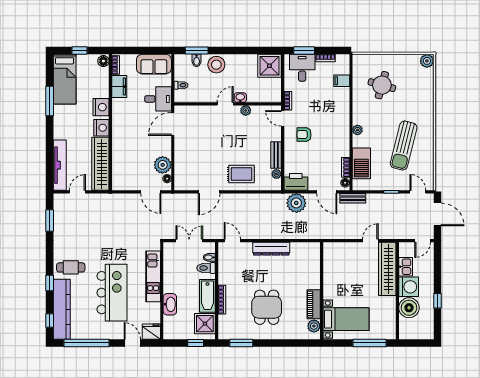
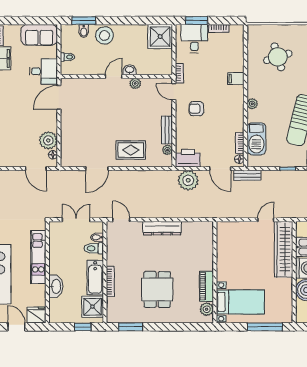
filing cabinet: (342, 81) -> (236, 79), moved
round table: (382, 85) -> (278, 57), turned -33

